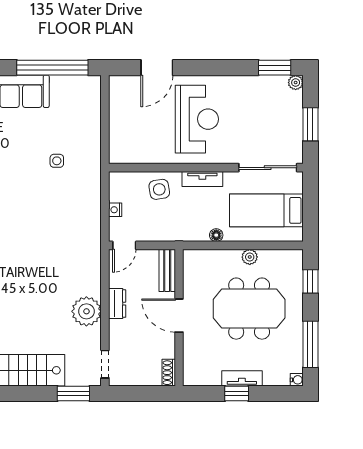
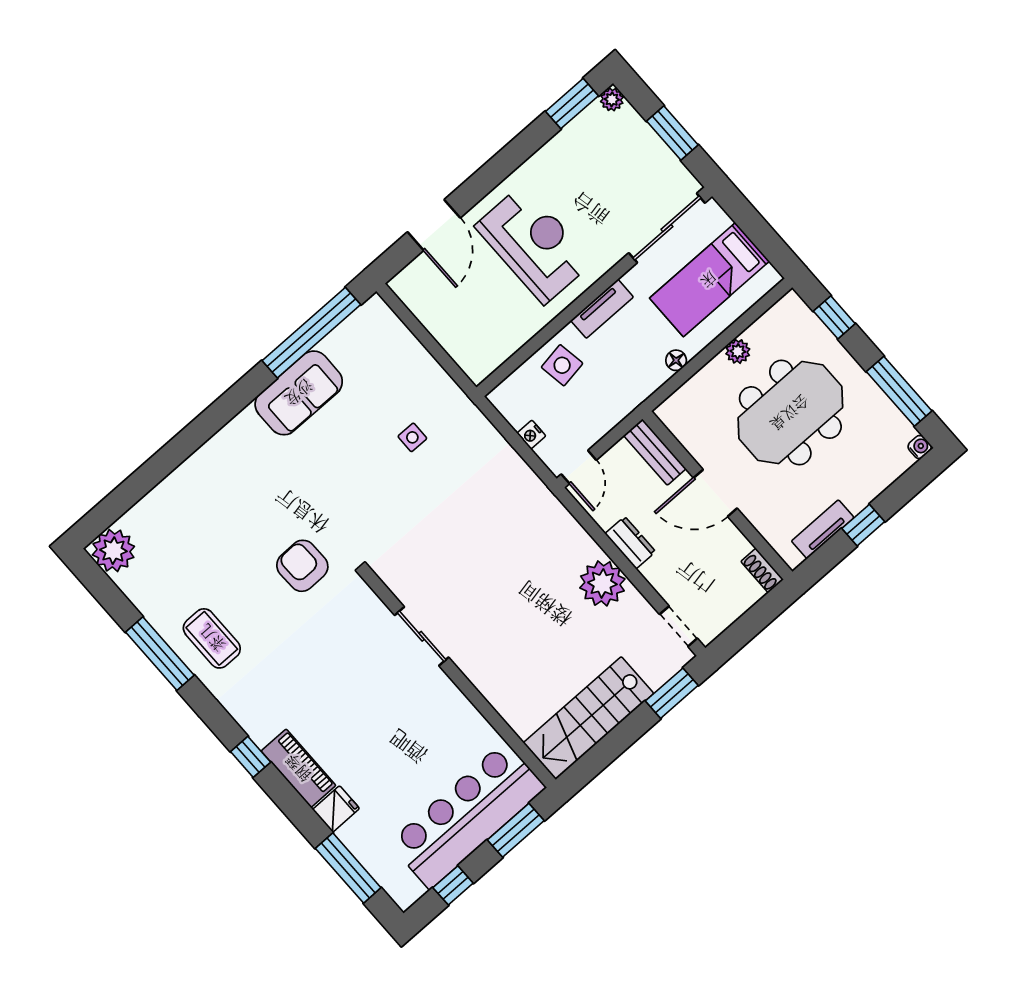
tv unit: (242, 378) -> (823, 529), moved

